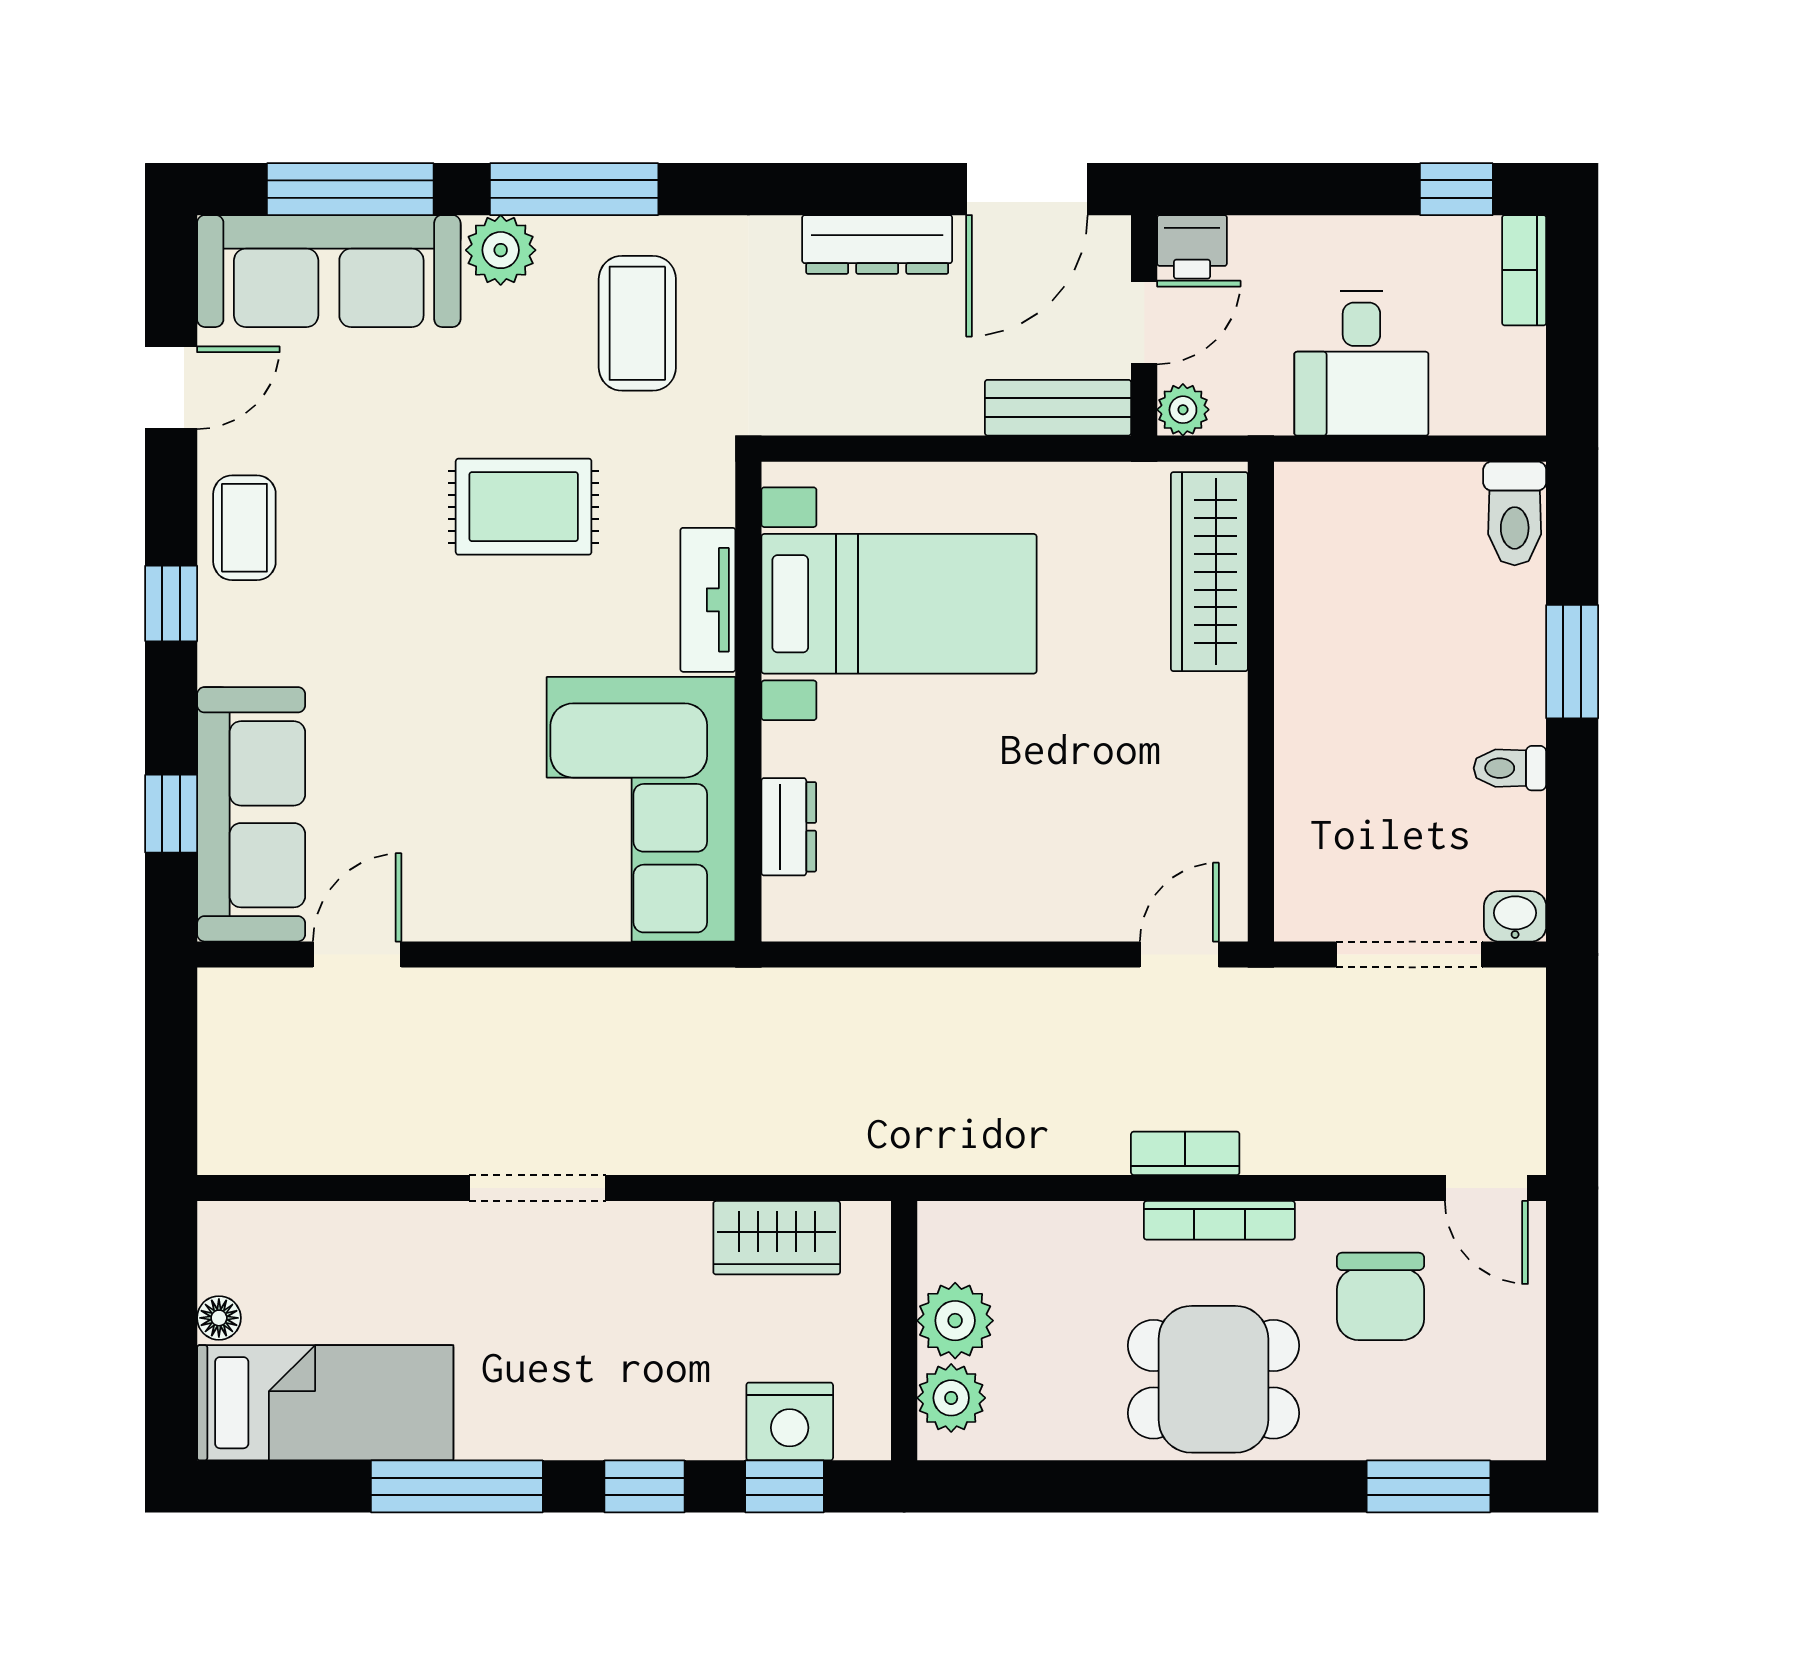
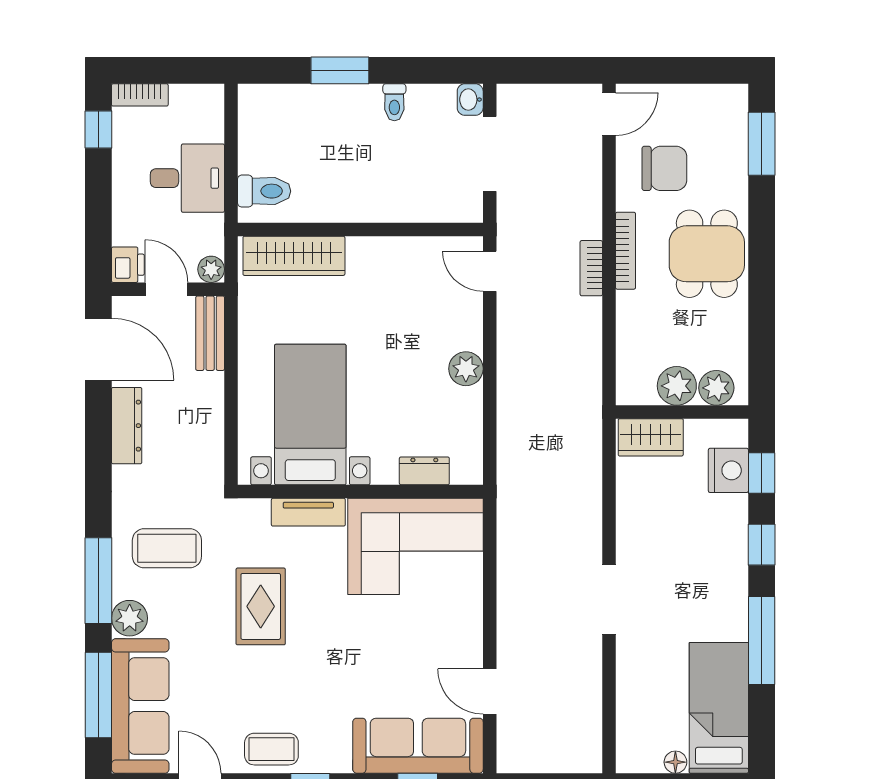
toilet: (1515, 513) -> (264, 191), moved
plant: (989, 908) -> (466, 369), added
wardrobe: (777, 1238) -> (651, 437), moved, turned 90

